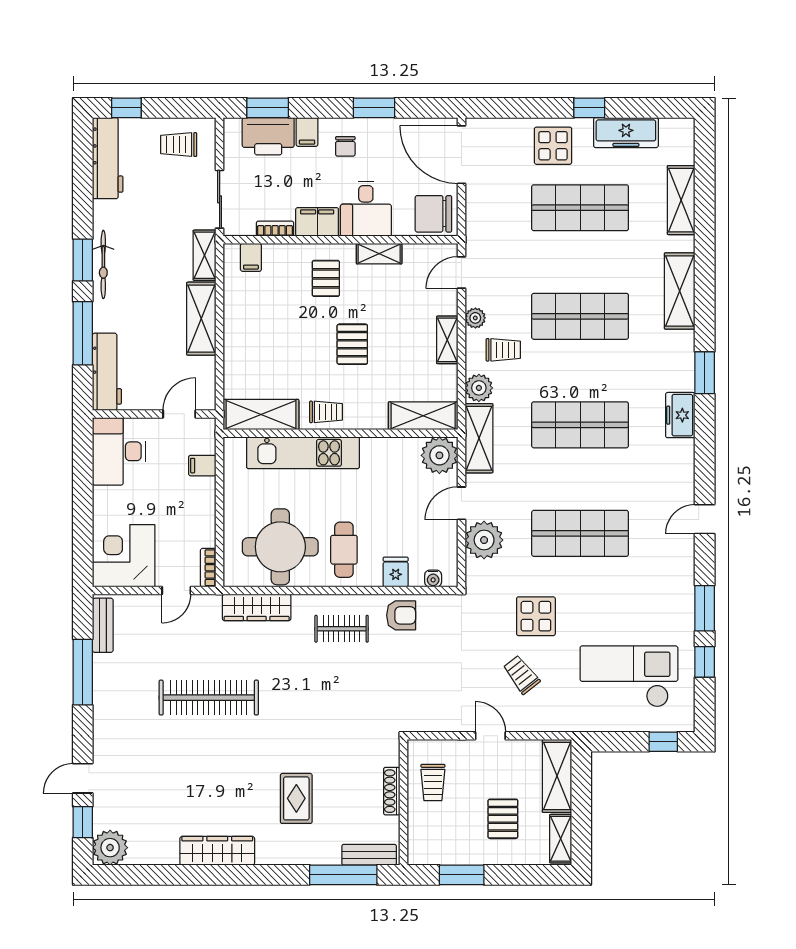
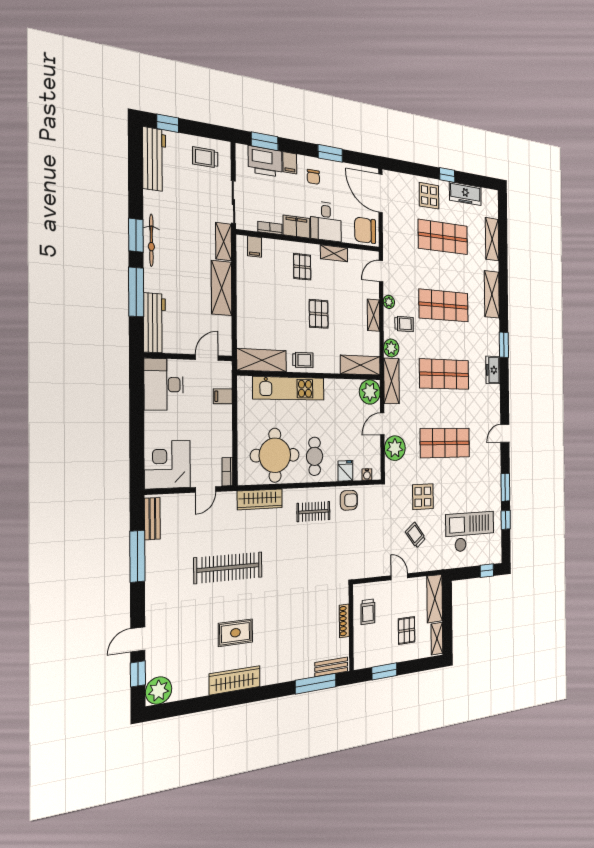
rug: (296, 798) -> (235, 633), moved, turned 90

